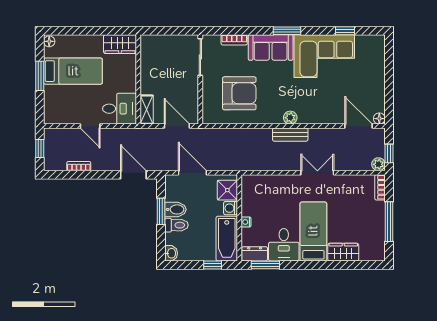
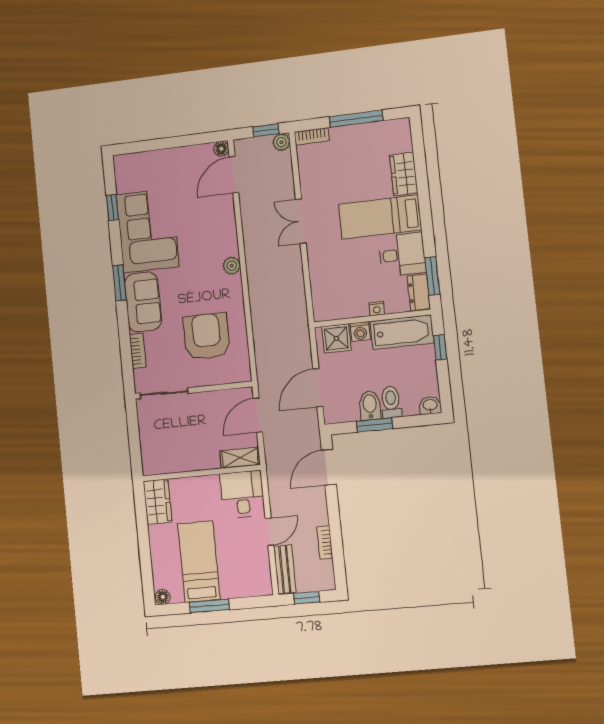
bench: (290, 135) -> (285, 569), moved

